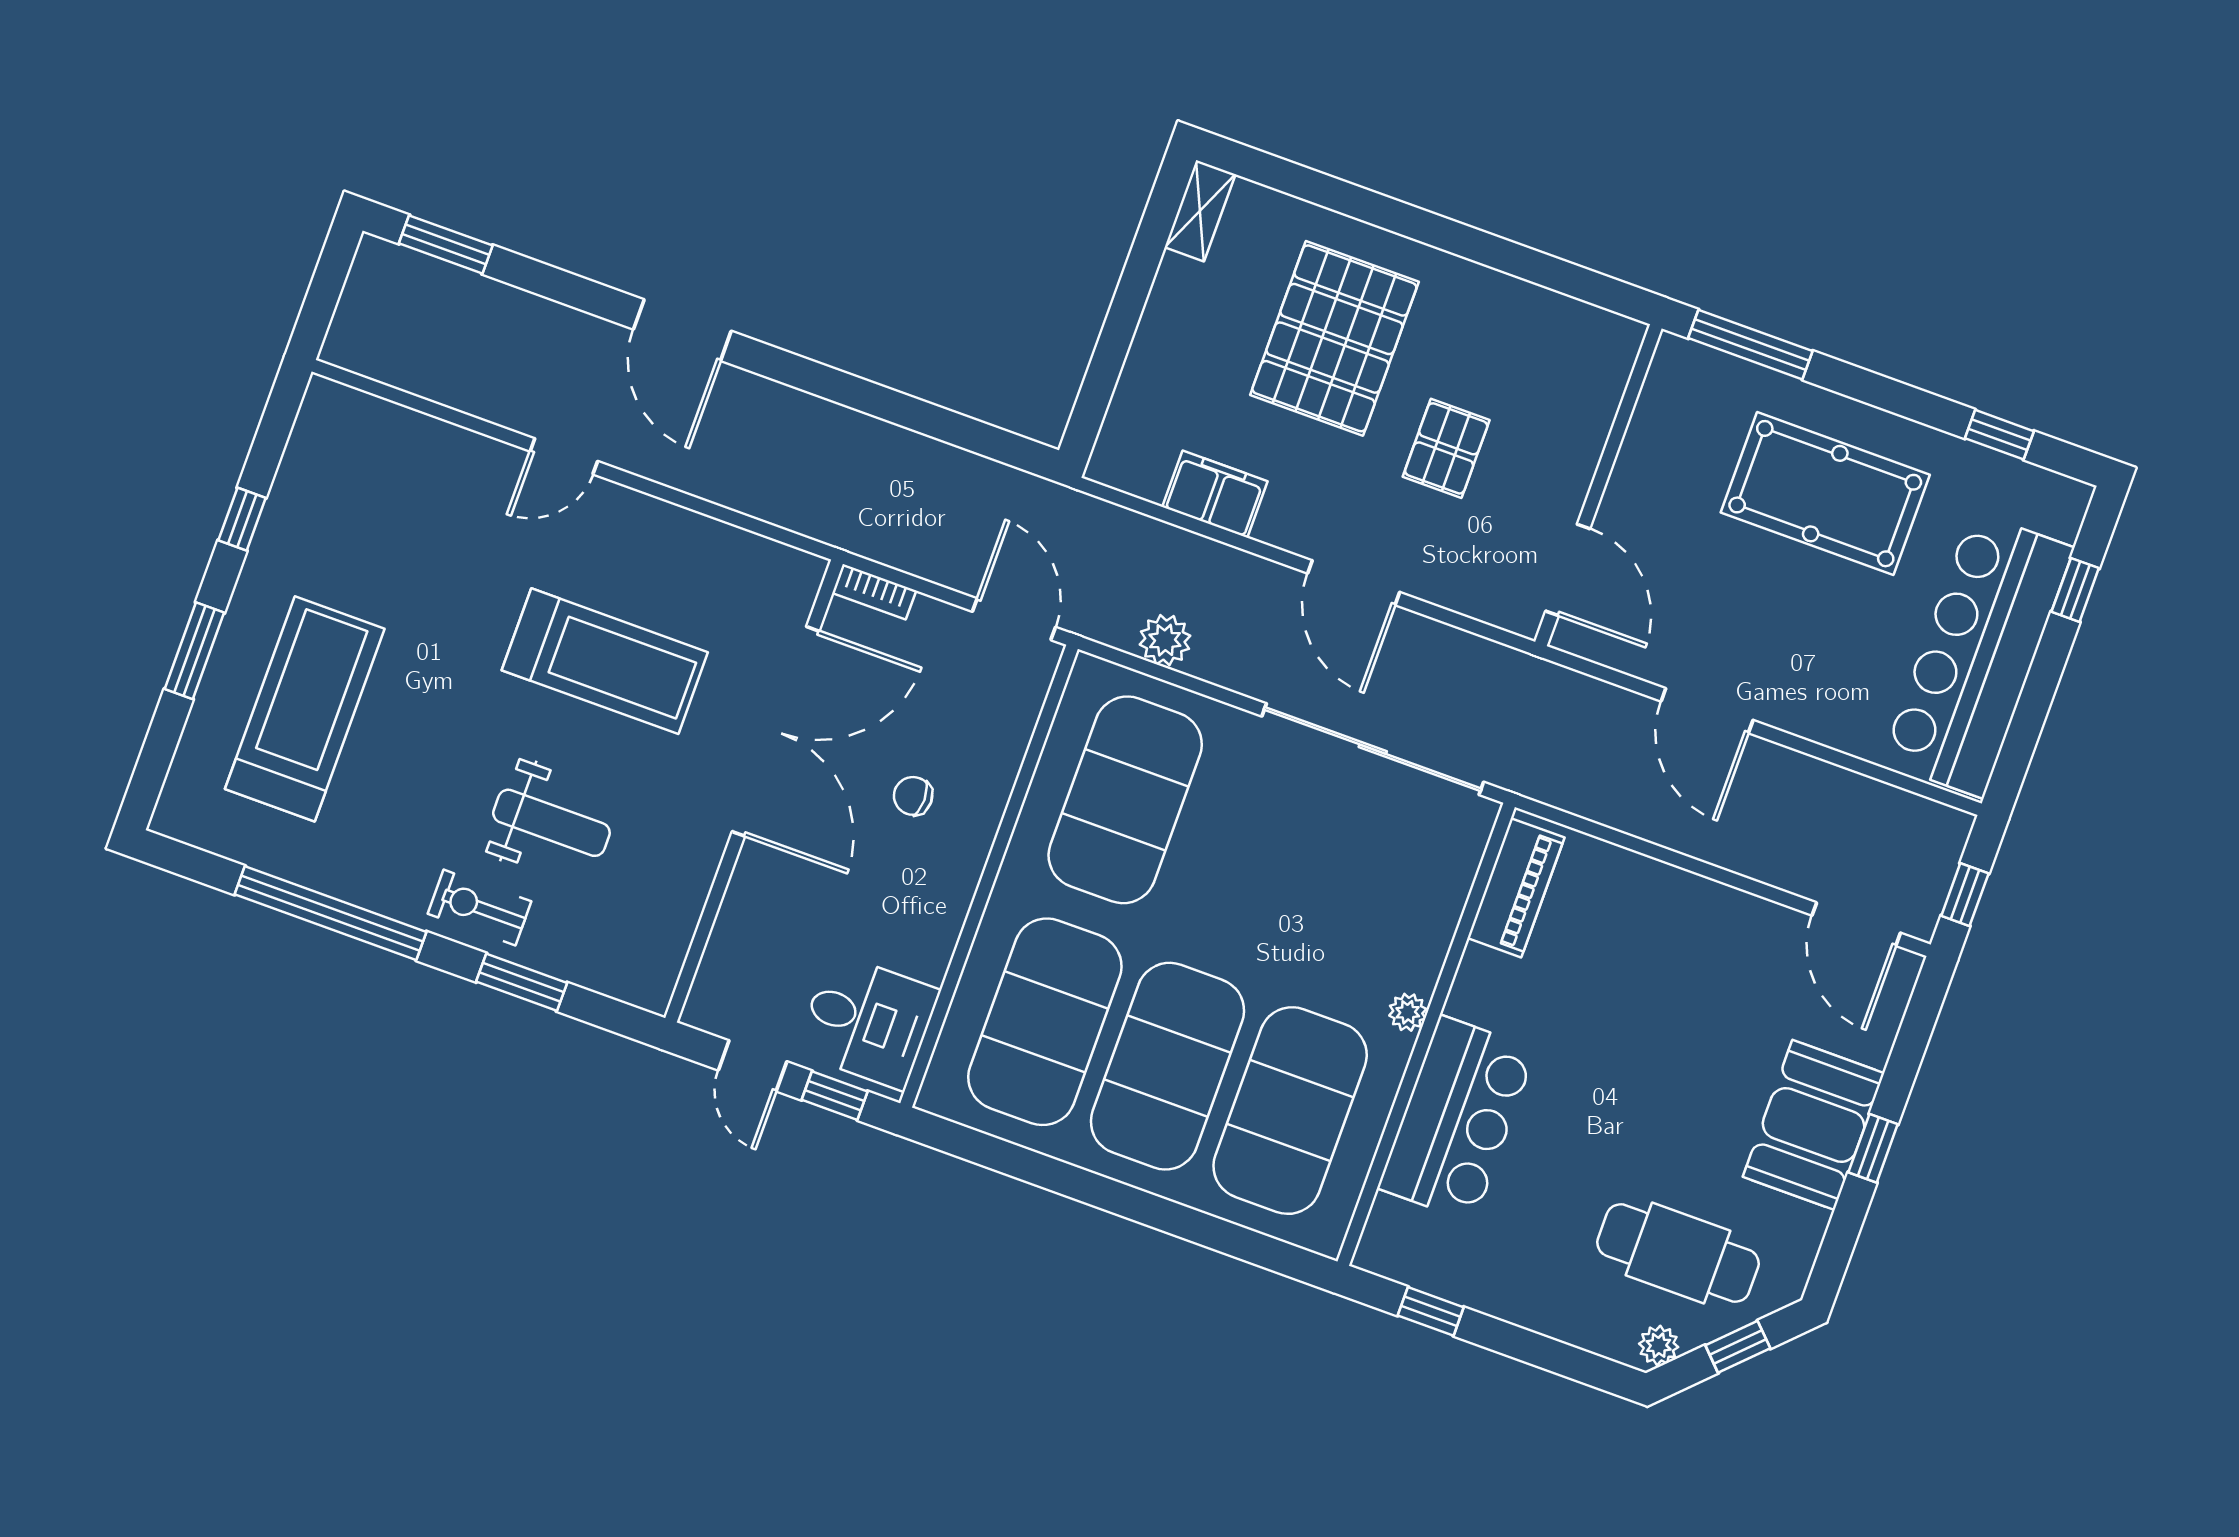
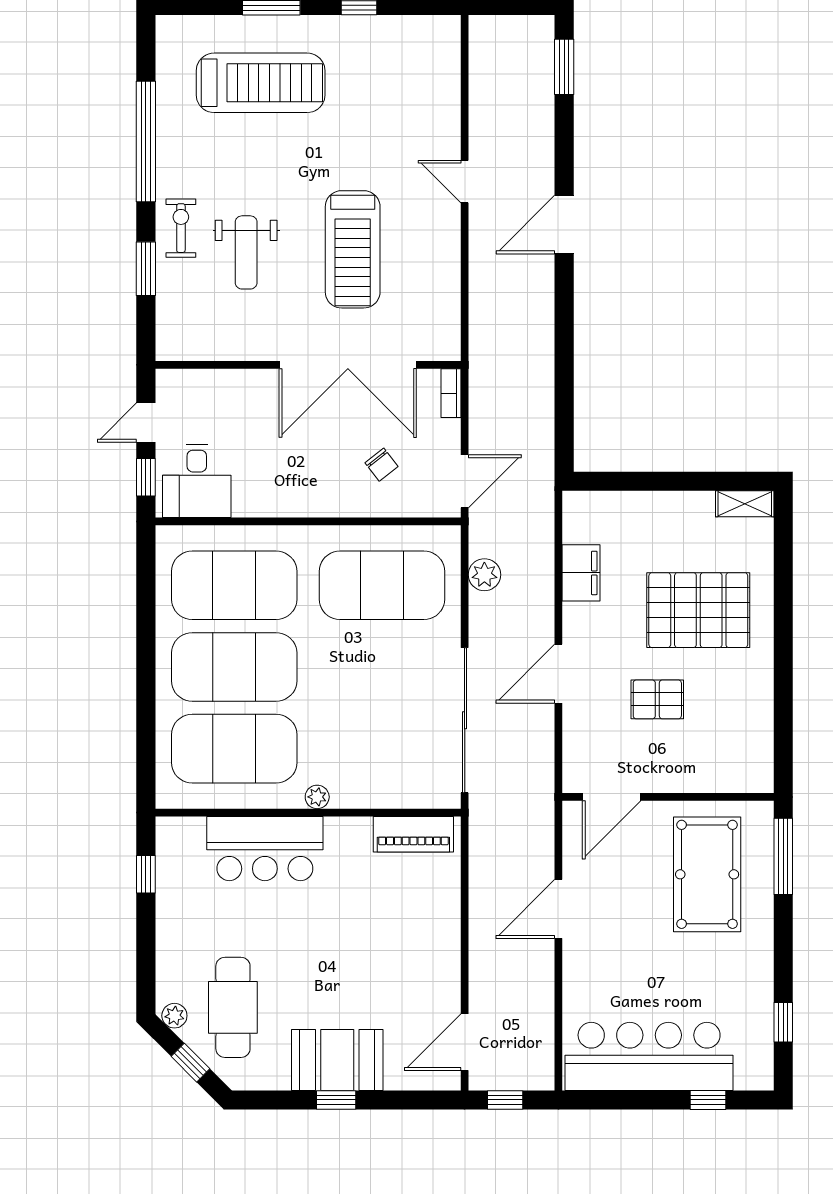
pool table: (1825, 494) -> (707, 874), moved
chair: (913, 796) -> (382, 465), moved, turned 142

